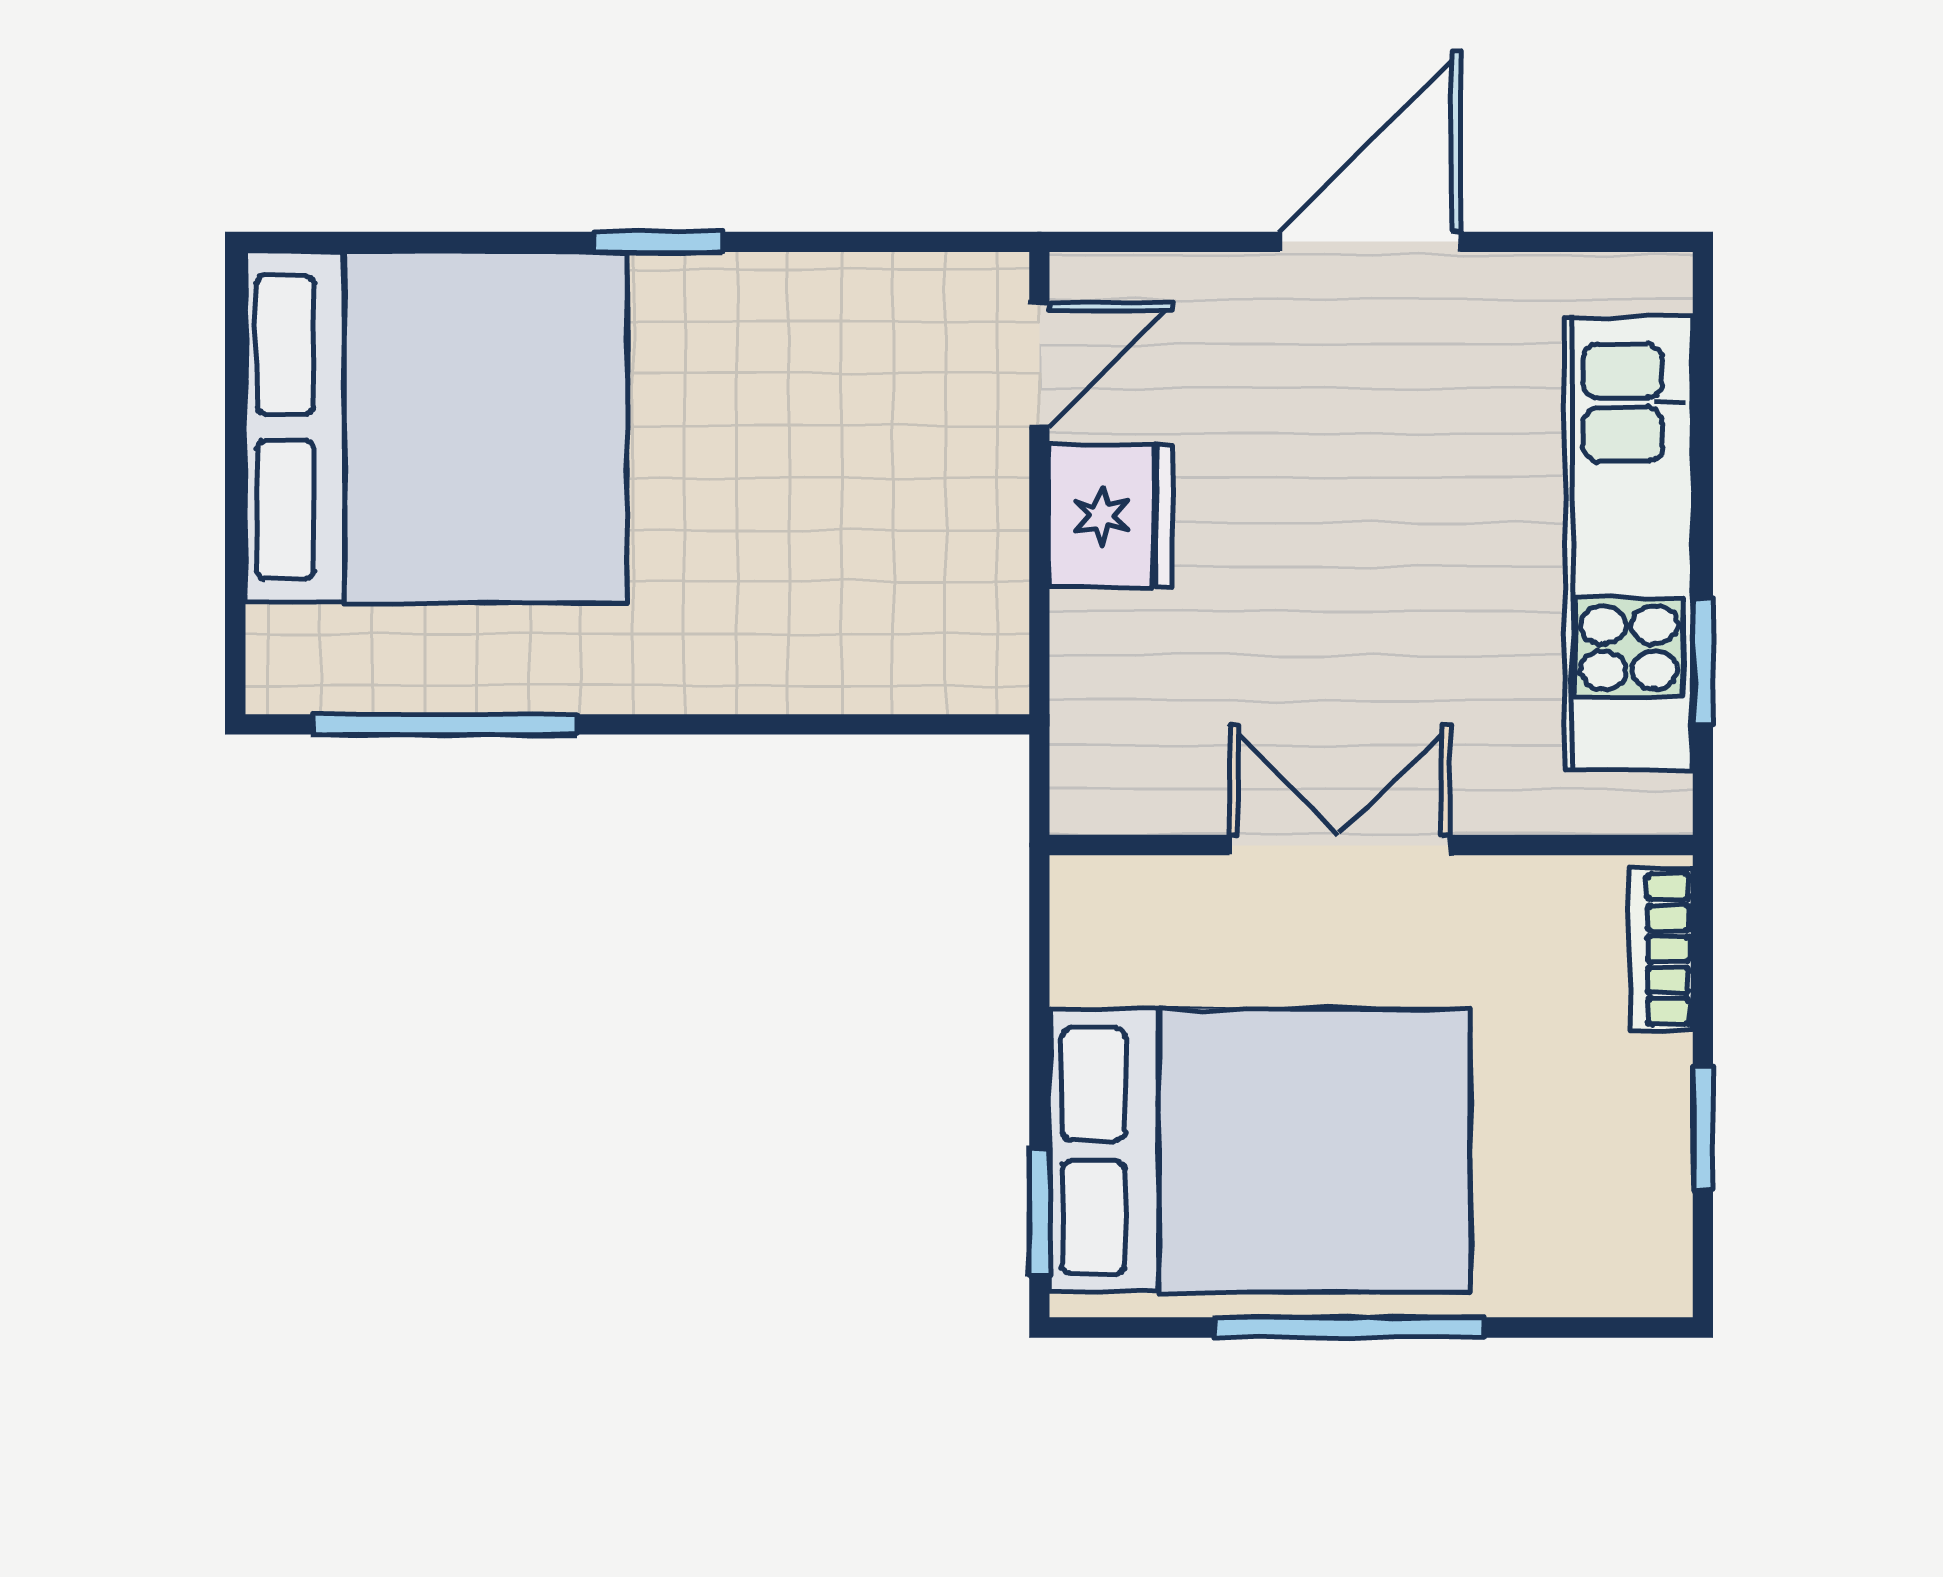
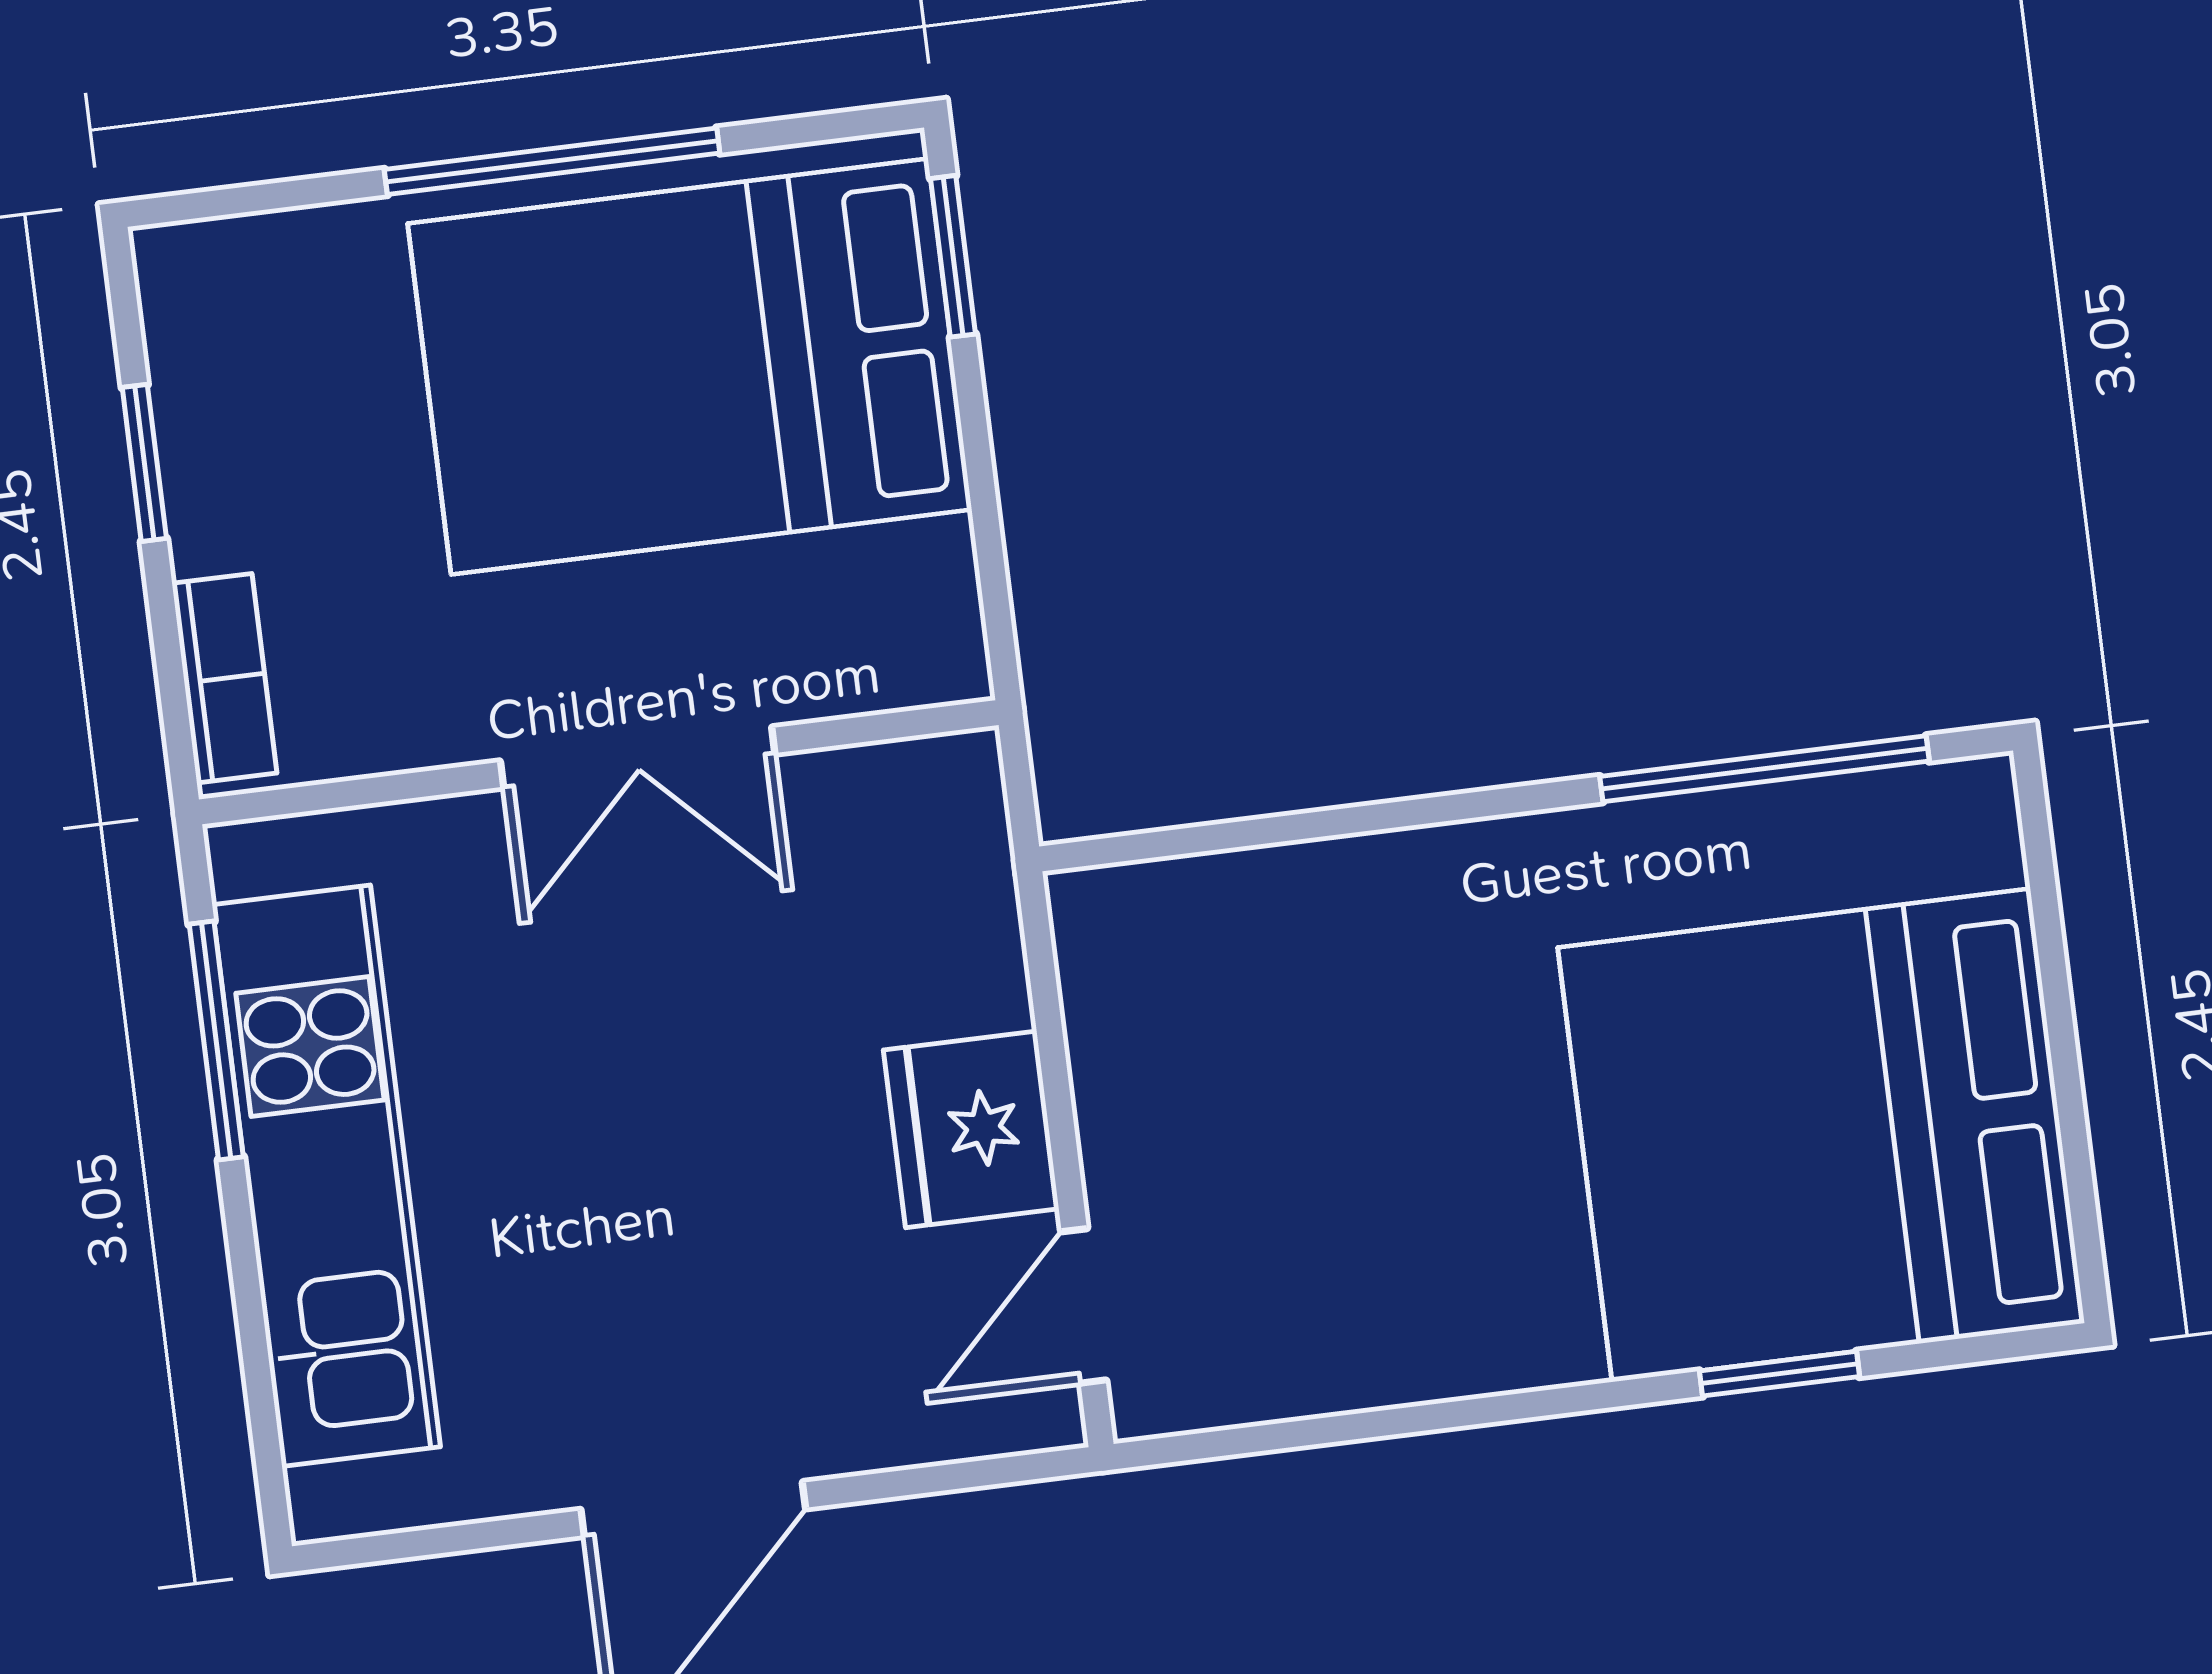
window: (659, 242) -> (1779, 1374), moved
window: (1703, 662) -> (216, 1041), width x1.50

